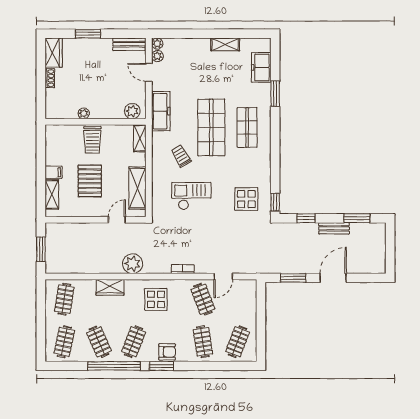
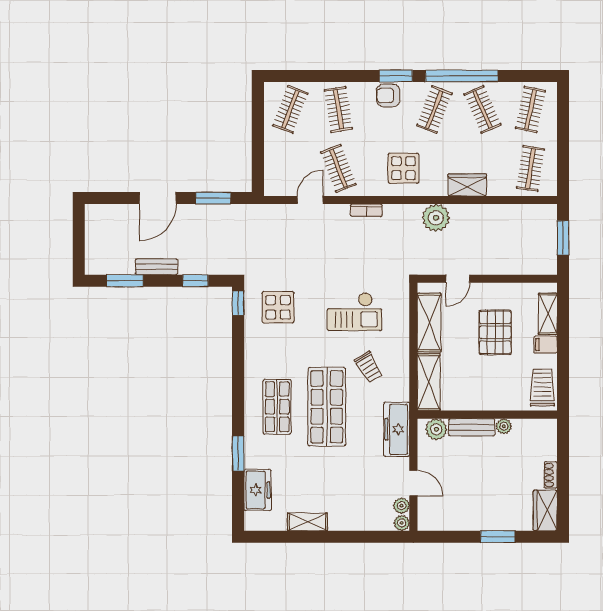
bench: (129, 44) -> (472, 427), moved
shelving: (140, 138) -> (429, 382), width x1.50, depth x1.33
trolley: (92, 140) -> (542, 387), moved

